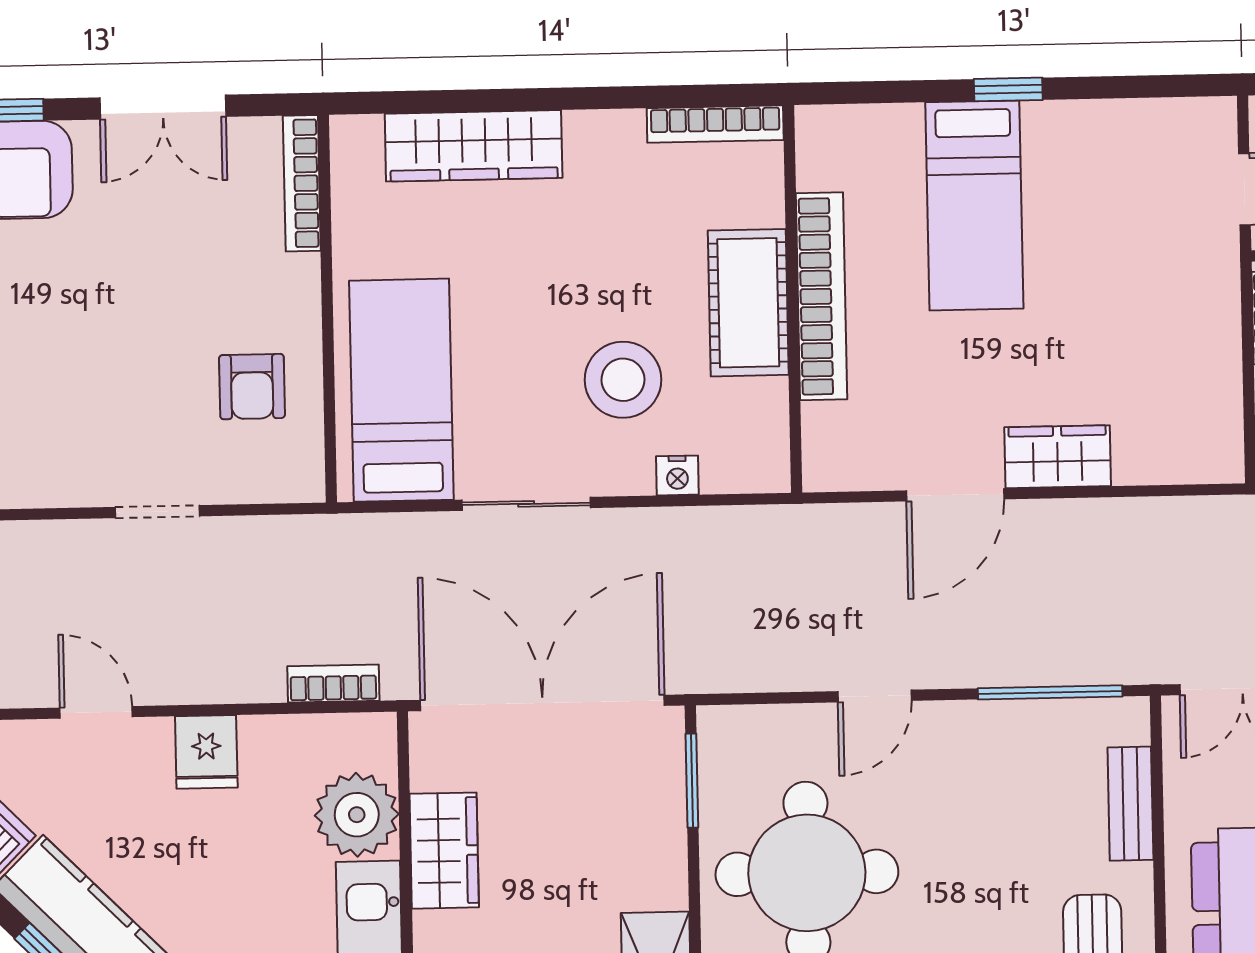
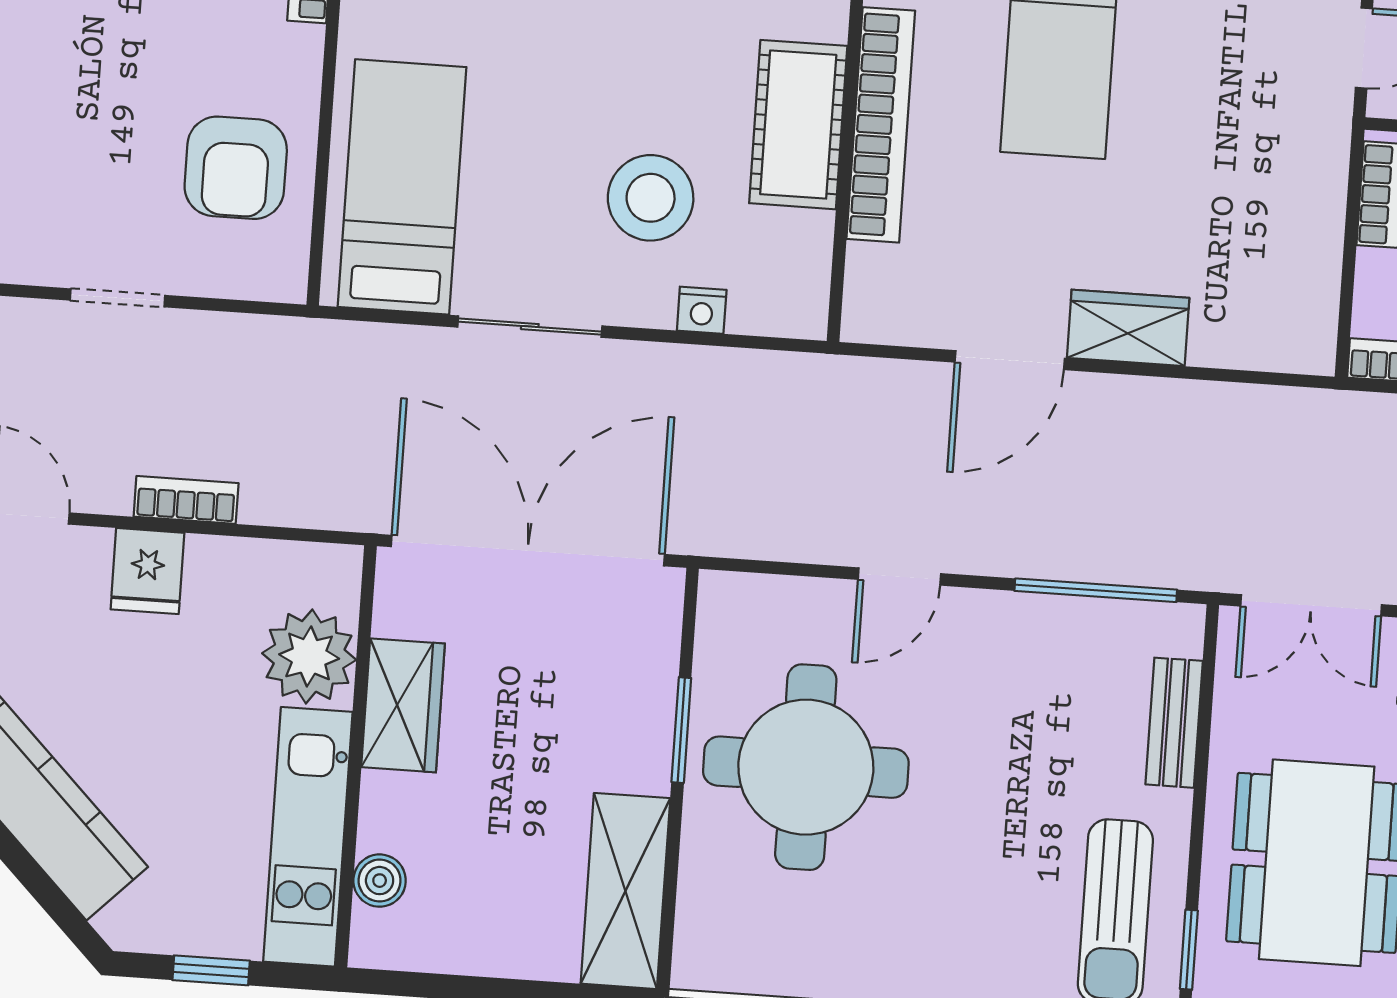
armchair: (252, 387) -> (236, 168), width x1.38, depth x1.38
bookcase: (333, 684) -> (186, 500), moved
window: (692, 781) -> (681, 730), moved

